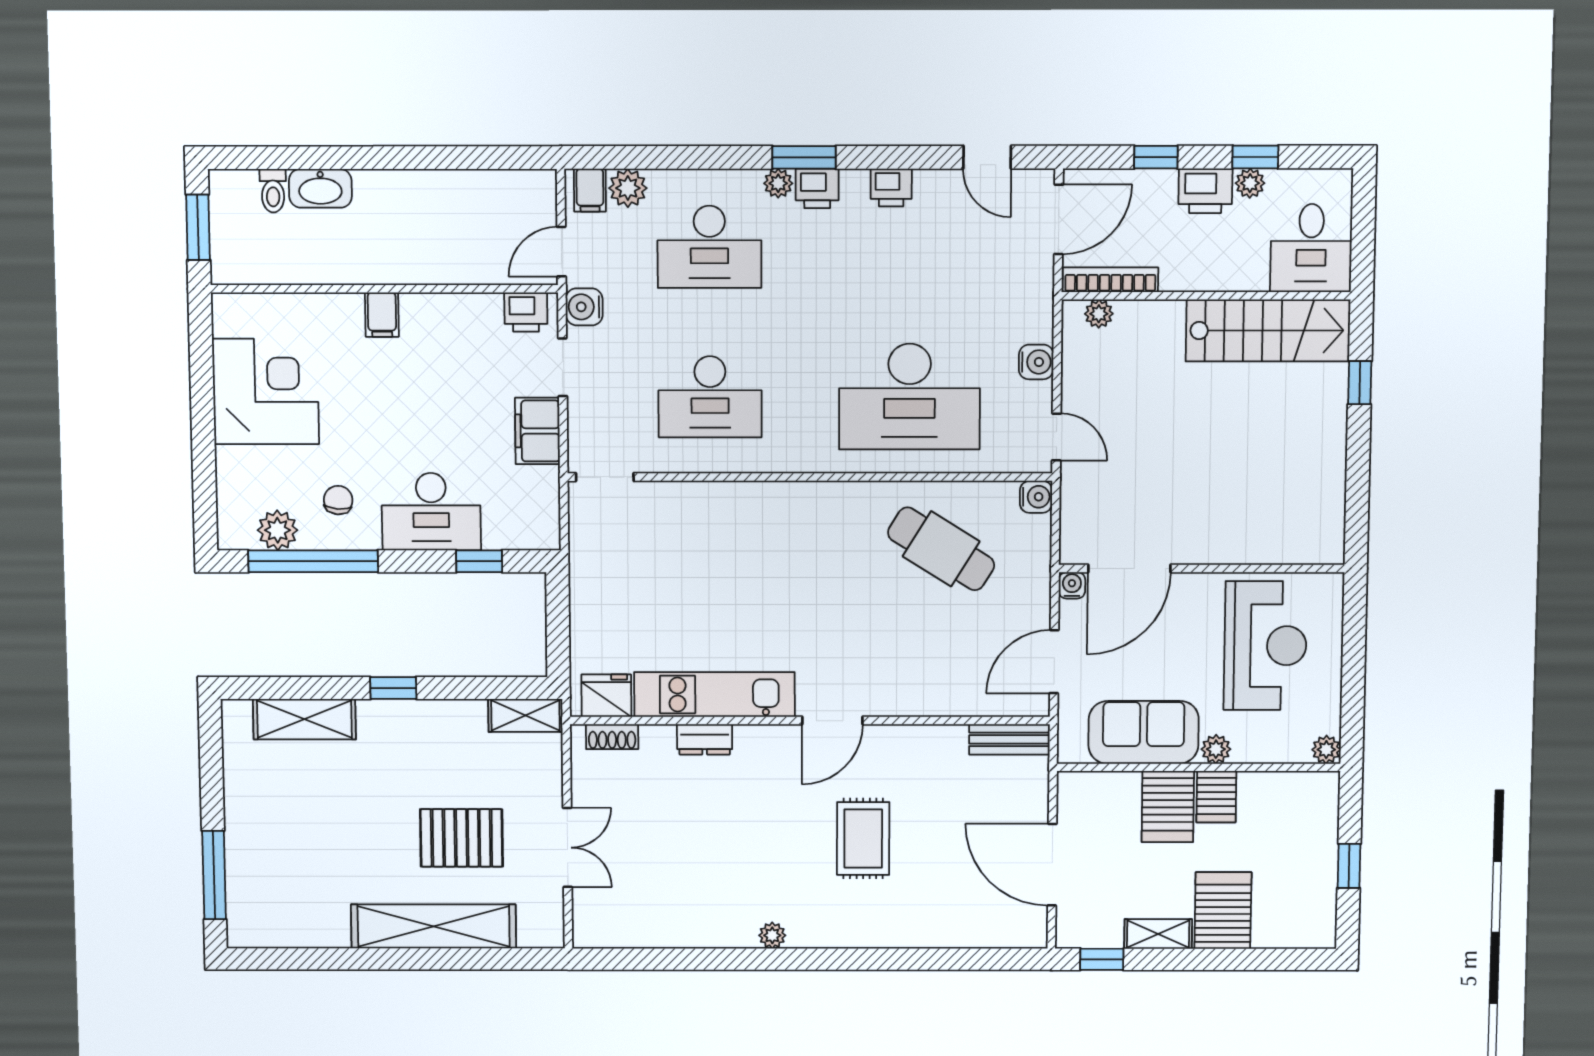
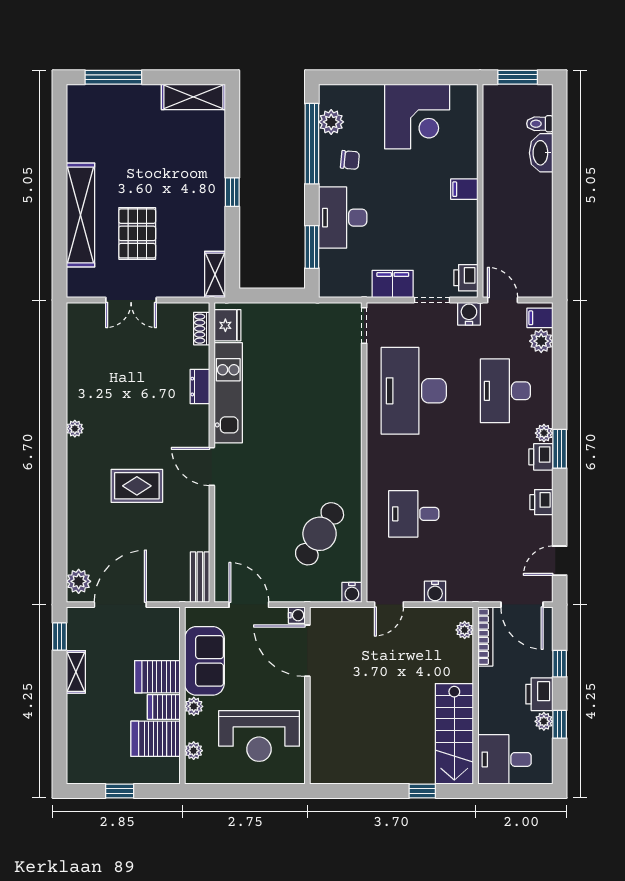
desk: (710, 397) -> (414, 391), width x1.36, depth x1.30
desk: (909, 397) -> (414, 514), width x0.53, depth x0.77
window: (479, 561) -> (312, 247), width x1.50
shelving: (304, 719) -> (193, 97), moved, turned 90
plant: (1326, 750) -> (194, 751), moved
server rack: (1223, 911) -> (155, 739), moved, turned 180
plant: (1014, 930) -> (79, 581), added

